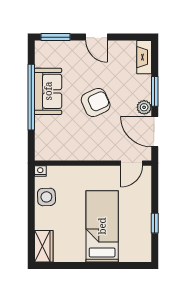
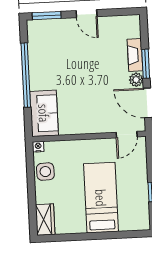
fireplace: (144, 57) -> (135, 55), moved
sofa: (48, 91) -> (44, 113), moved
armchair: (96, 102) -> (89, 77), removed

